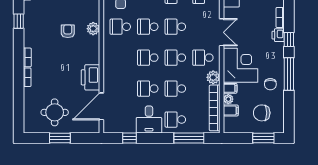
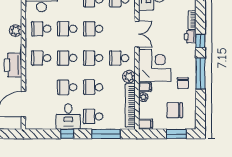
school desk: (120, 58) -> (41, 58), added
printer: (90, 77) -> (13, 65), moved
filing cabinet: (231, 110) -> (146, 124), moved
window: (130, 138) -> (67, 134), moved

